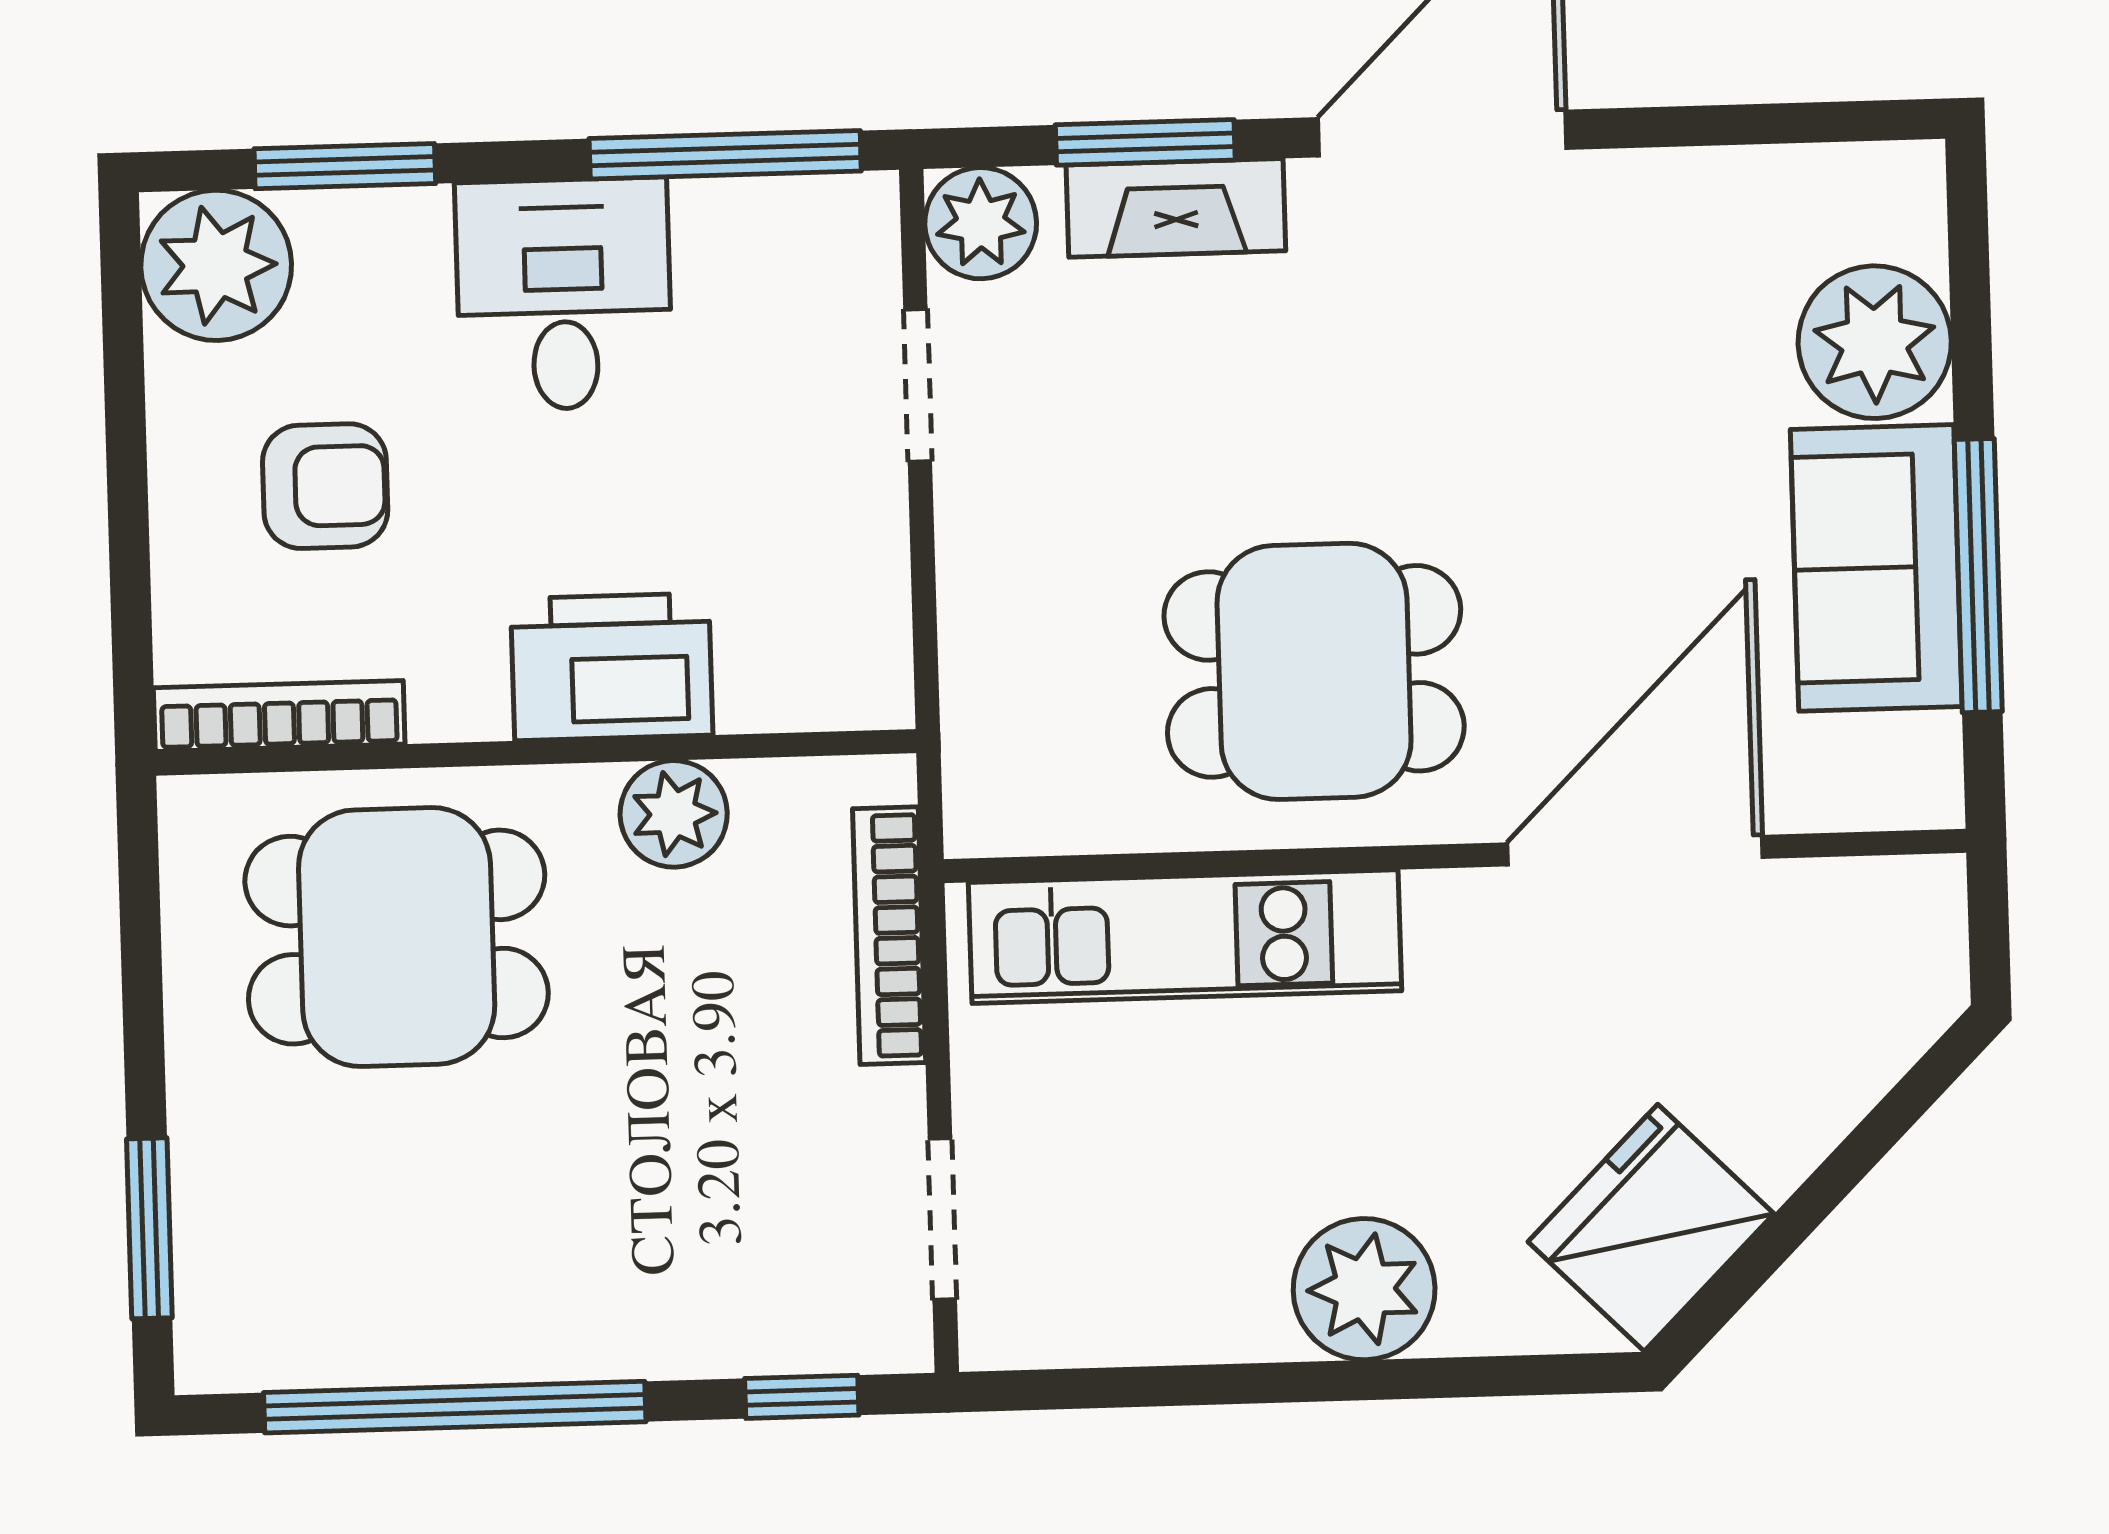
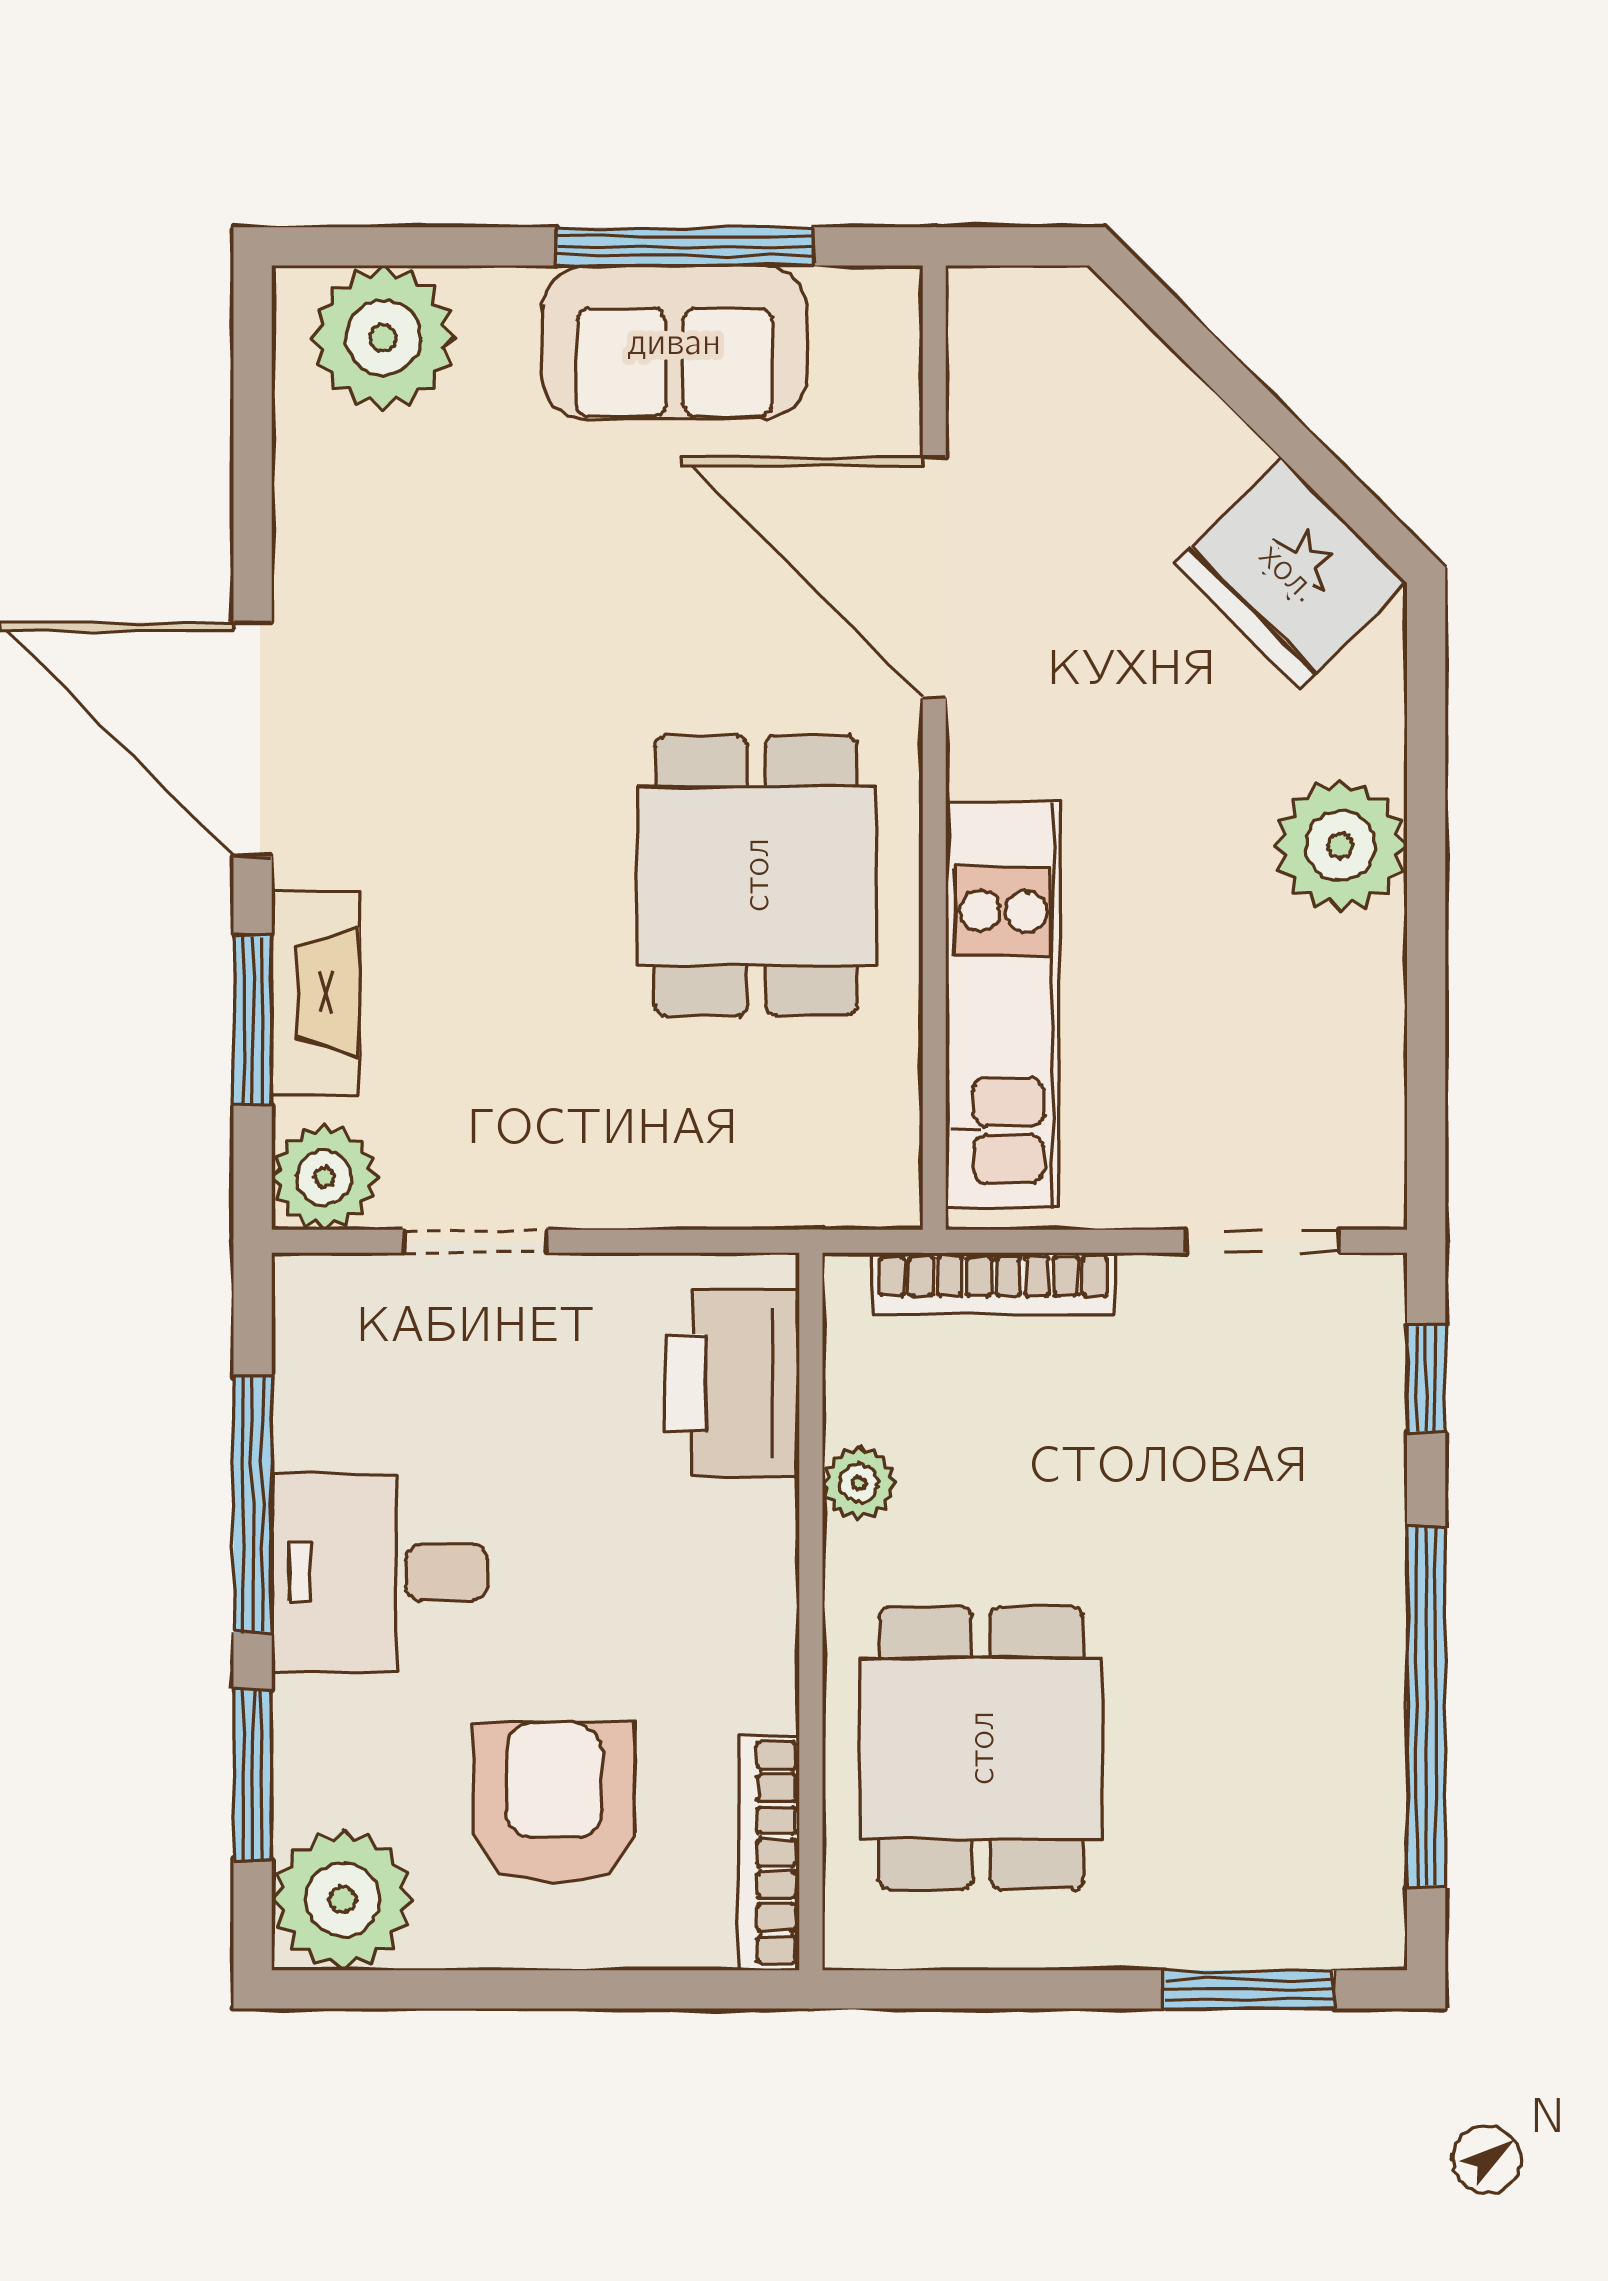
window: (725, 155) -> (253, 1505), moved
plant: (1875, 342) -> (383, 338), moved
armchair: (325, 486) -> (554, 1803), width x1.38, depth x1.38
printer: (612, 667) -> (732, 1383), moved
plant: (674, 814) -> (859, 1483), width x0.73, depth x0.73

